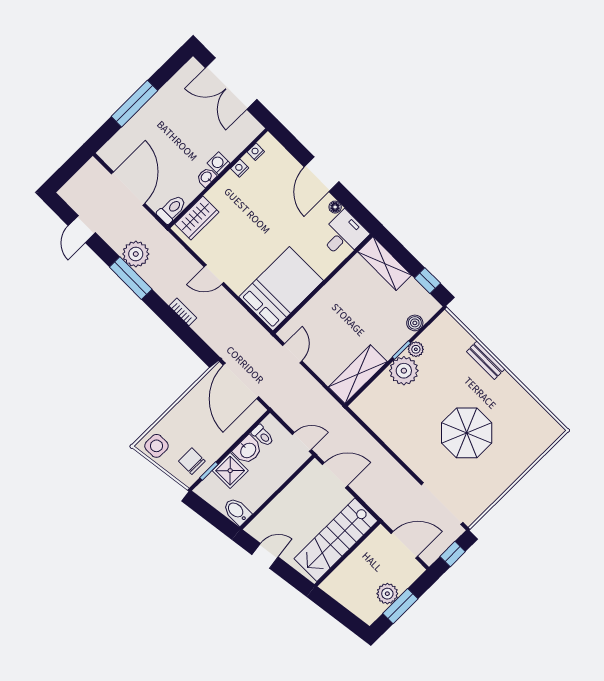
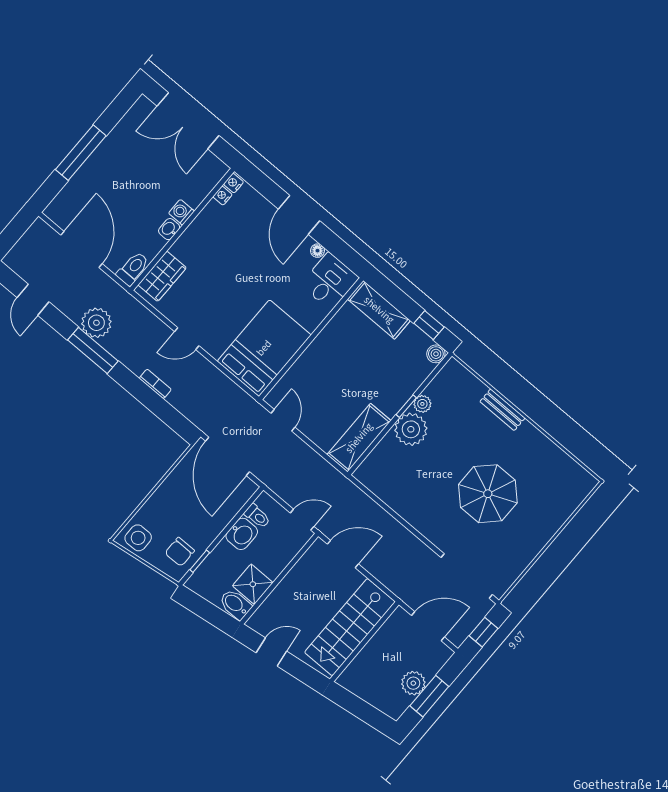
nightstand: (240, 168) -> (233, 183), moved
boiler: (415, 323) -> (436, 354), moved
chair: (192, 461) -> (180, 552), turned -90
shower: (230, 471) -> (253, 584), moved

